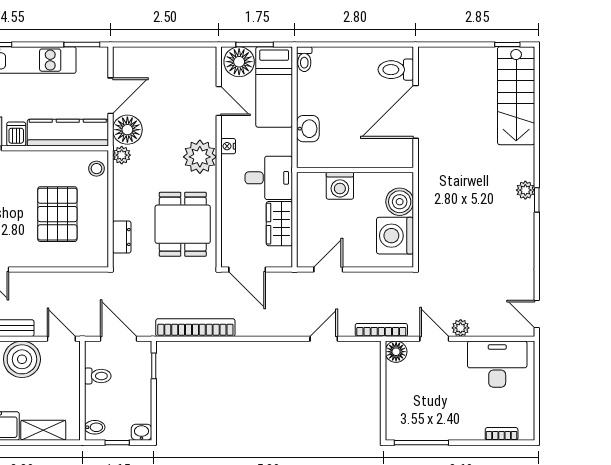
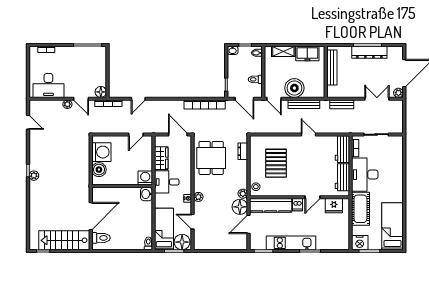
stairs: (516, 96) -> (64, 240), moved, turned -90
washbasin: (308, 129) -> (146, 194), moved
plant: (200, 157) -> (198, 197), width x0.53, depth x0.53
washing machine: (340, 186) -> (145, 178), moved
door: (537, 314) -> (28, 122), moved

